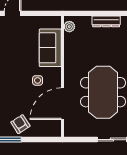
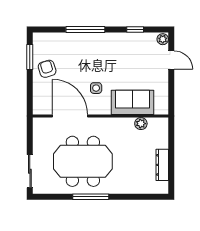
plant: (69, 27) -> (141, 124), moved
armchair: (20, 124) -> (47, 69), turned -74

